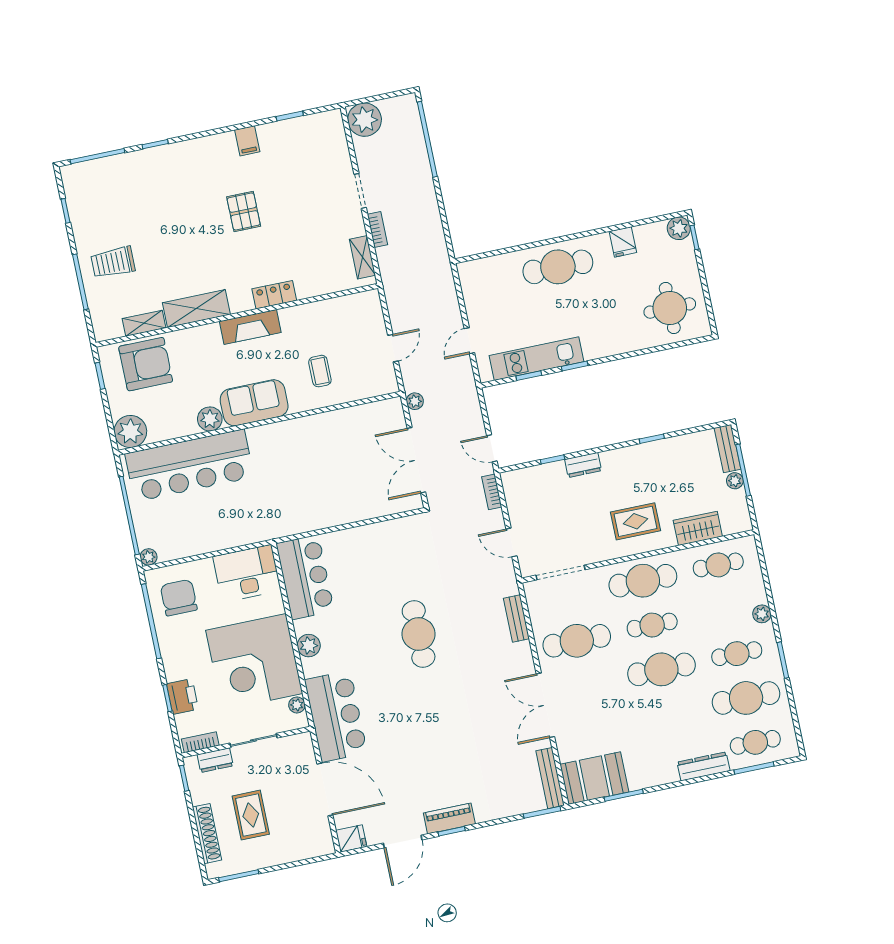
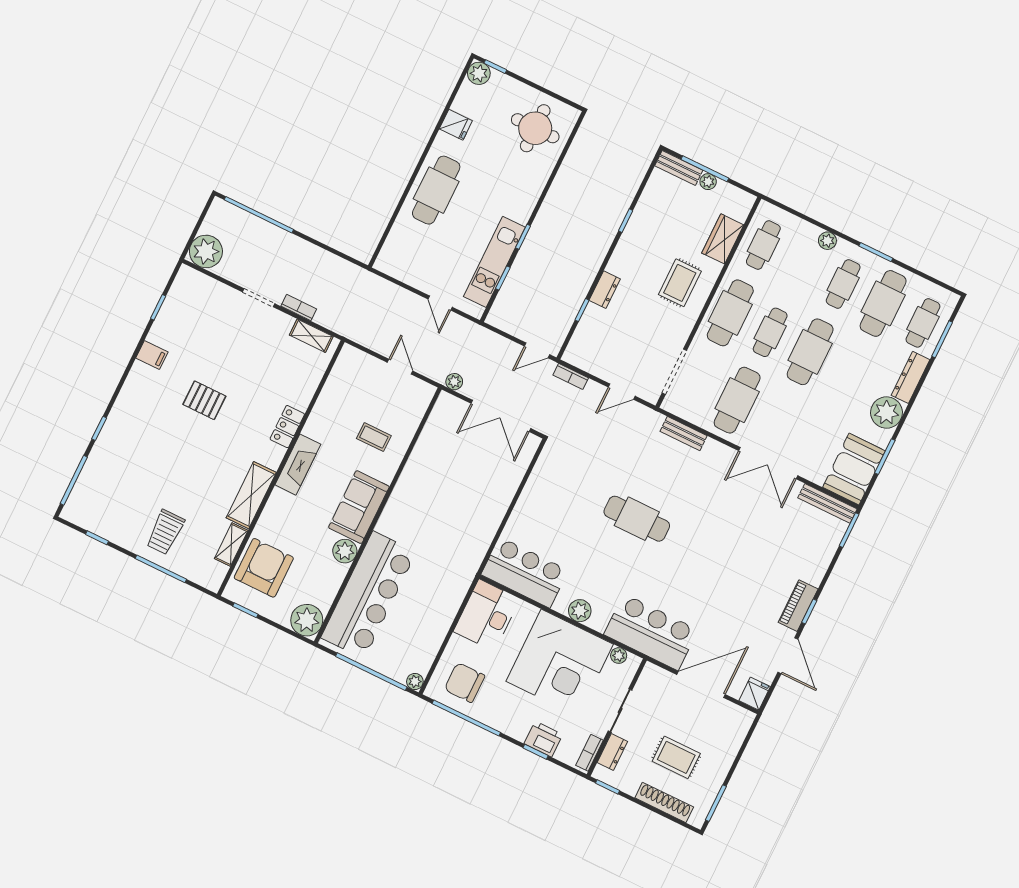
plant: (660, 769) -> (887, 413), added

